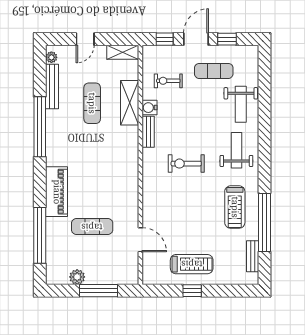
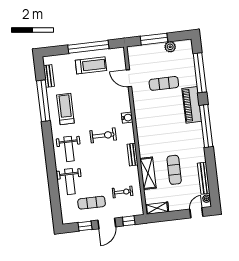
door: (85, 39) -> (196, 213), moved
weight bench: (241, 104) -> (70, 182), turned 180
water cooler: (149, 108) -> (127, 118), moved
window: (40, 127) -> (206, 126), moved
treadmill: (192, 264) -> (91, 65), turned 180
window: (192, 291) -> (88, 47), width x3.17

